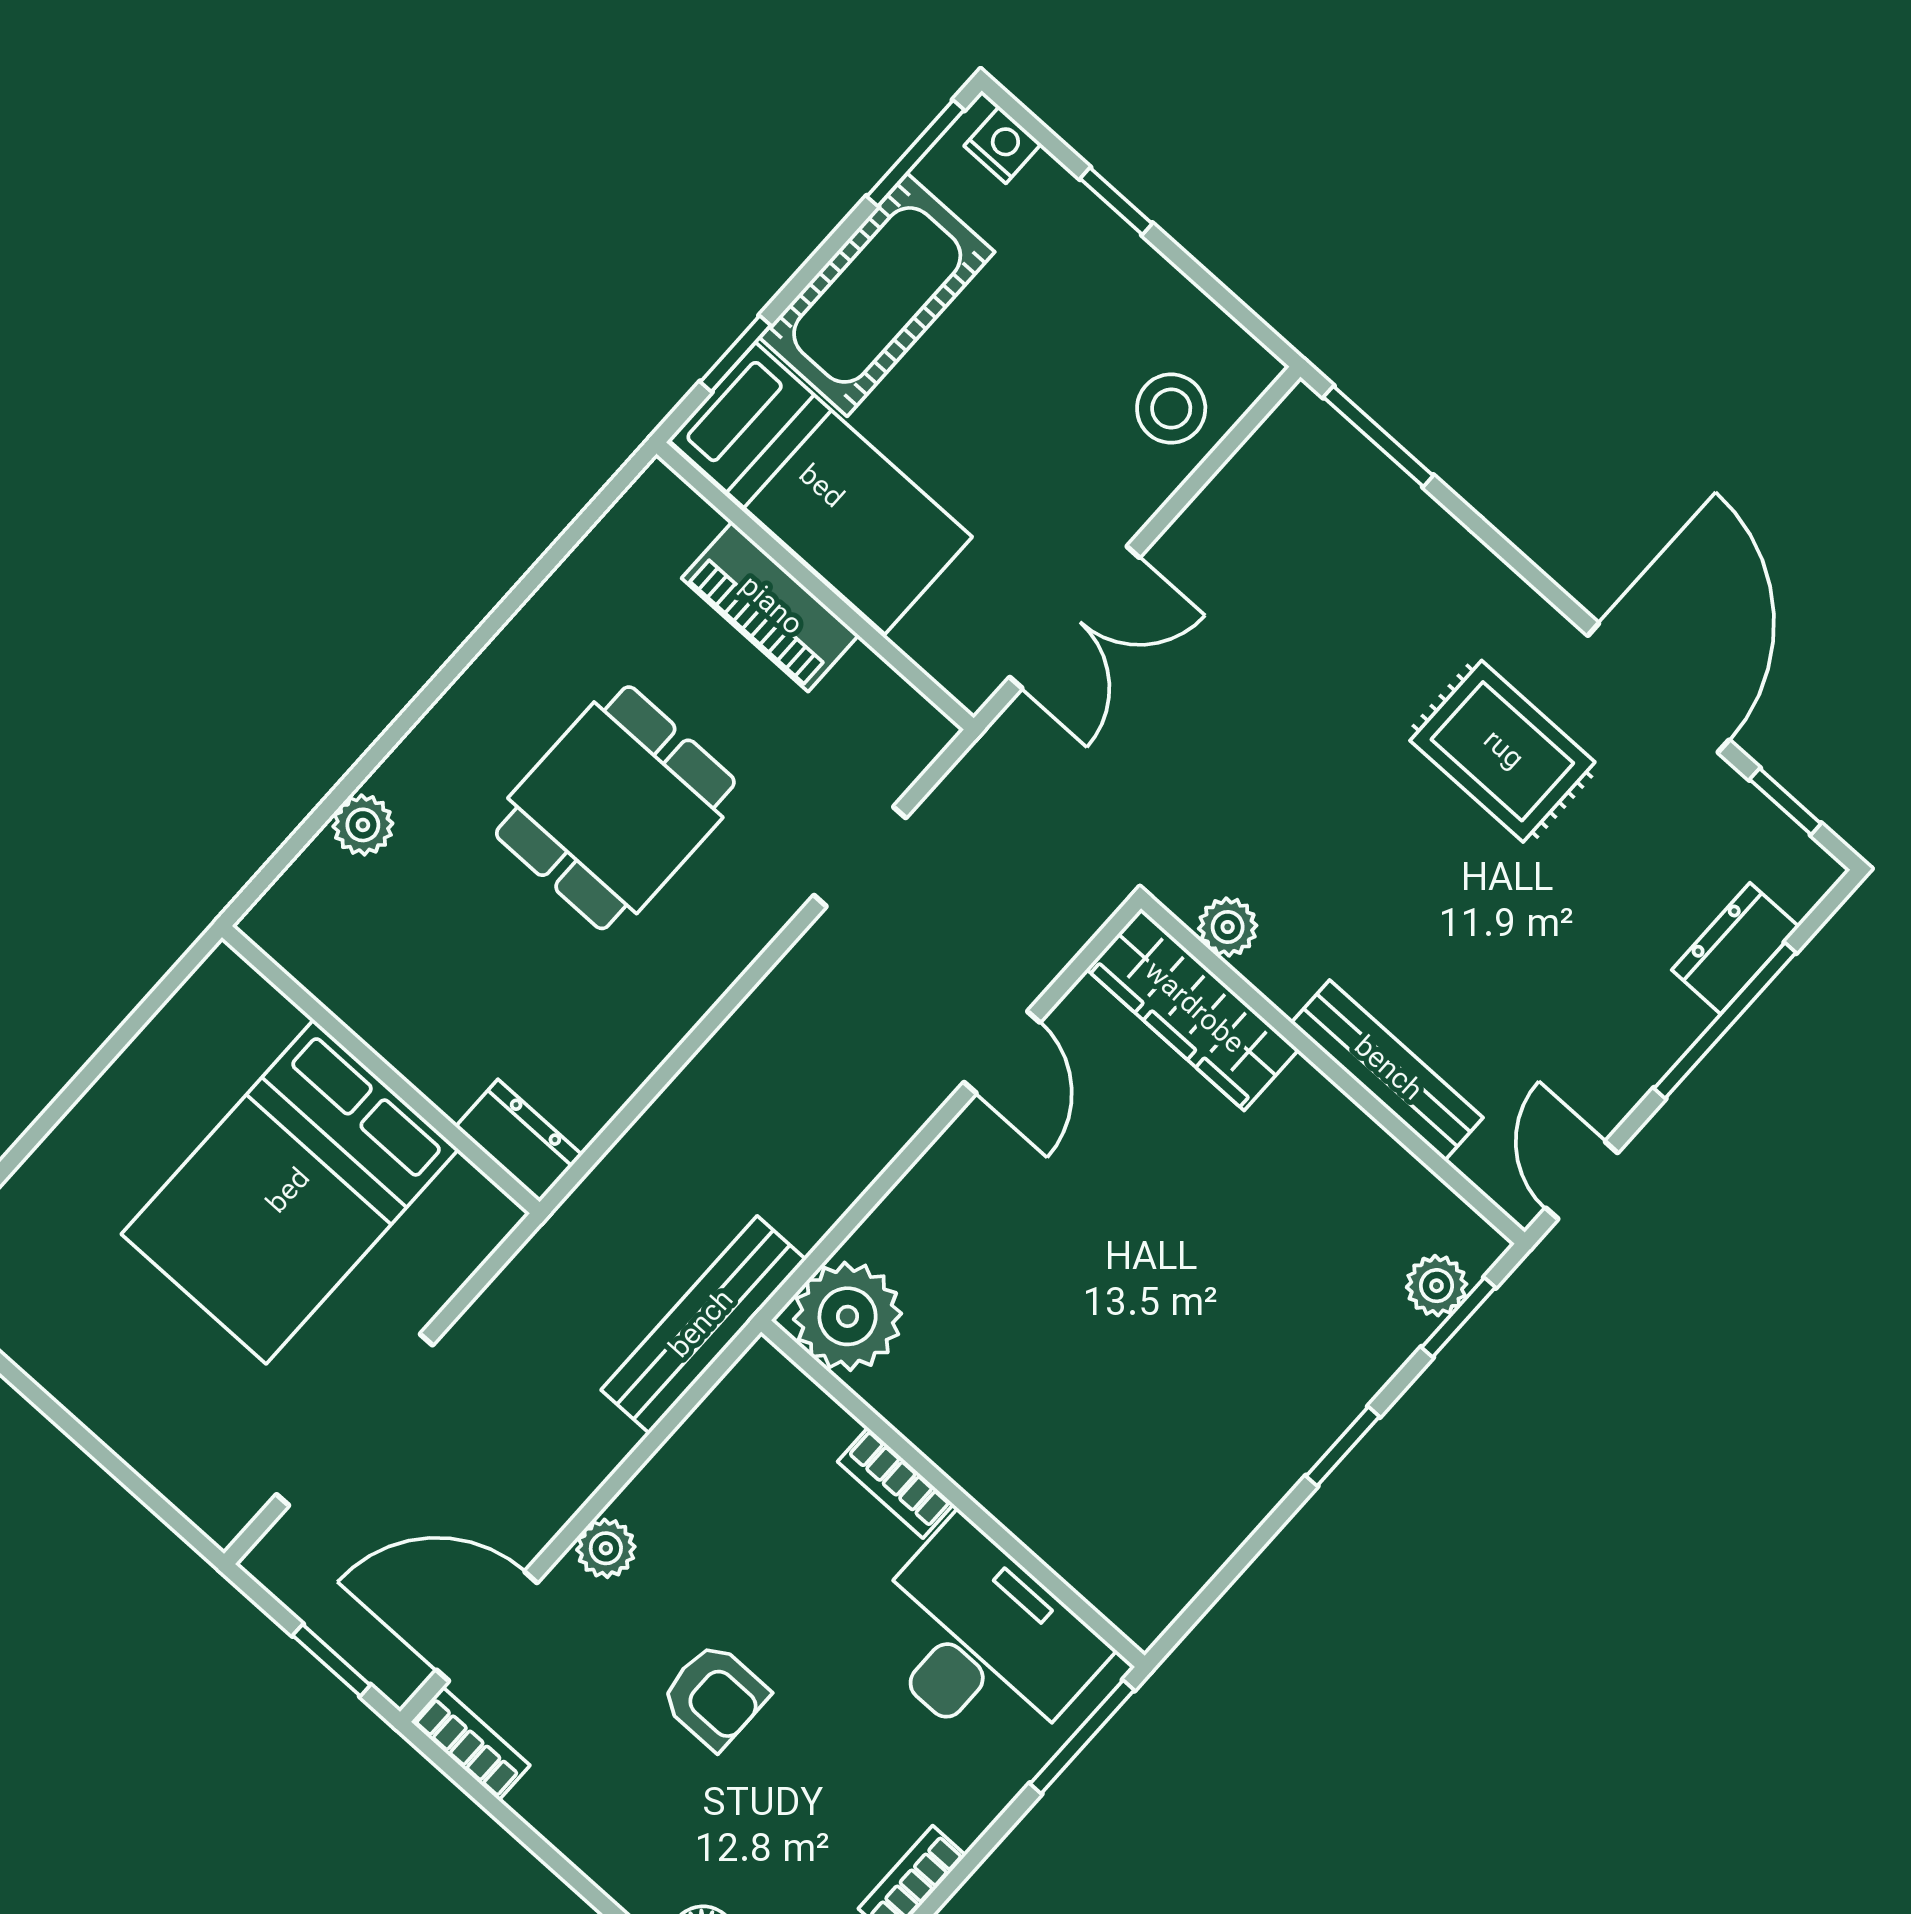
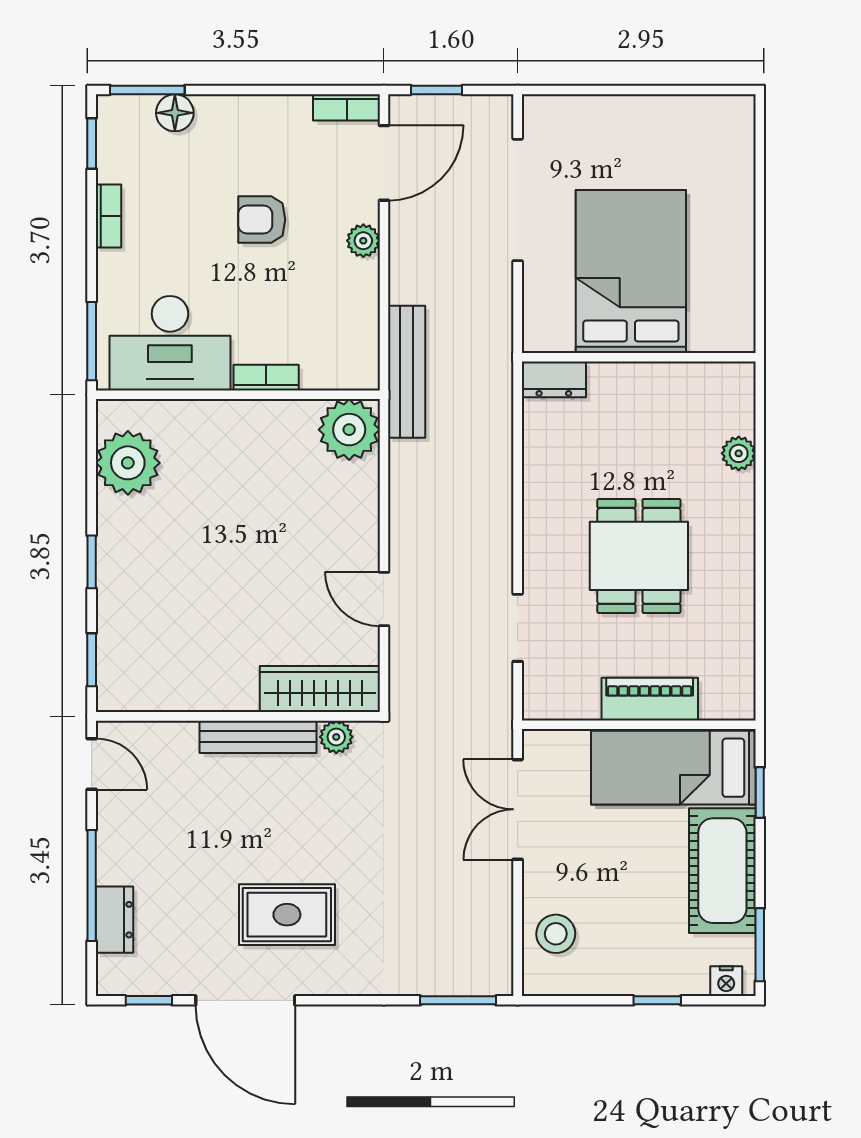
bench: (1387, 1070) -> (258, 737), moved
plant: (1437, 1286) -> (128, 463), moved, width x1.88, depth x1.88

